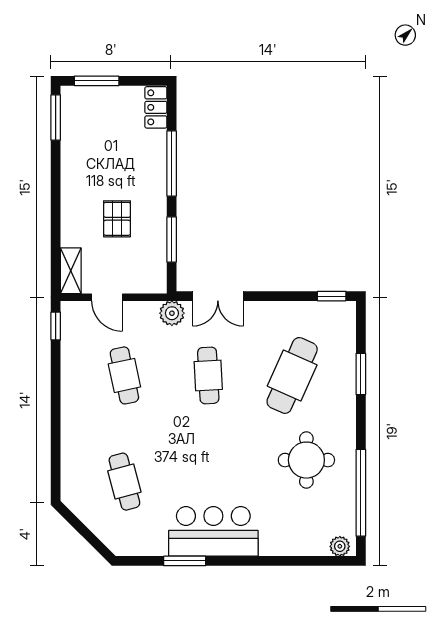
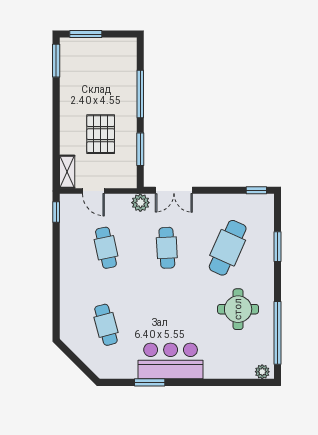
locker: (156, 107) -> (129, 53), removed
pallet: (117, 219) -> (101, 134), width x1.50, depth x1.42

